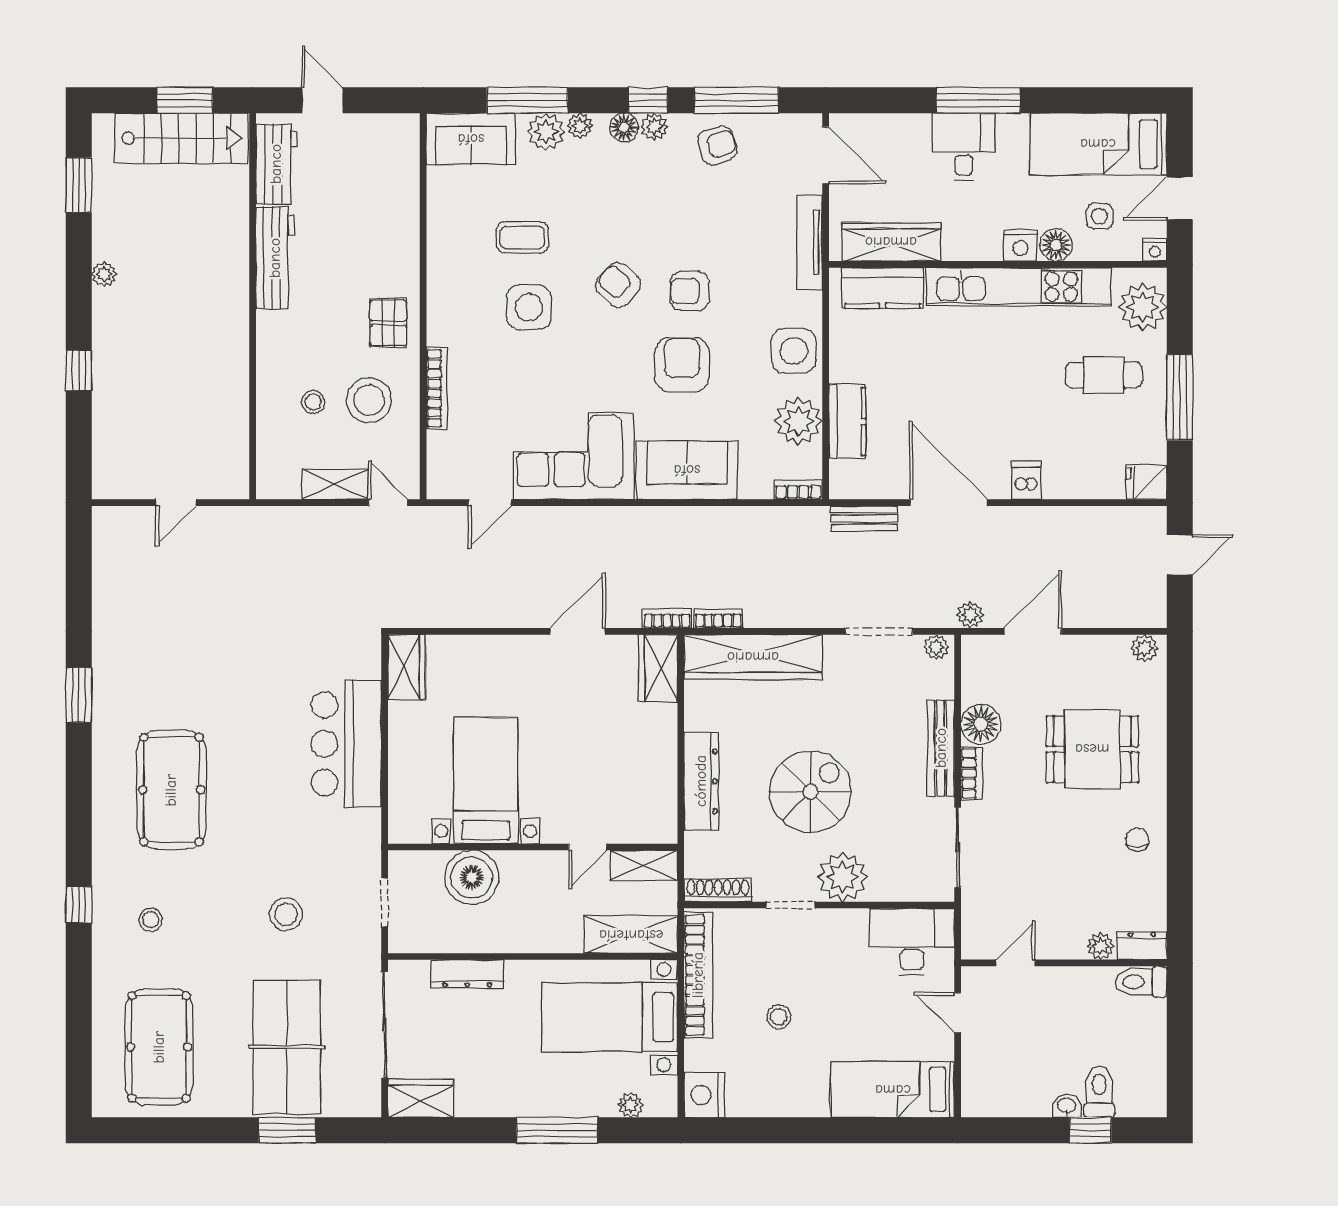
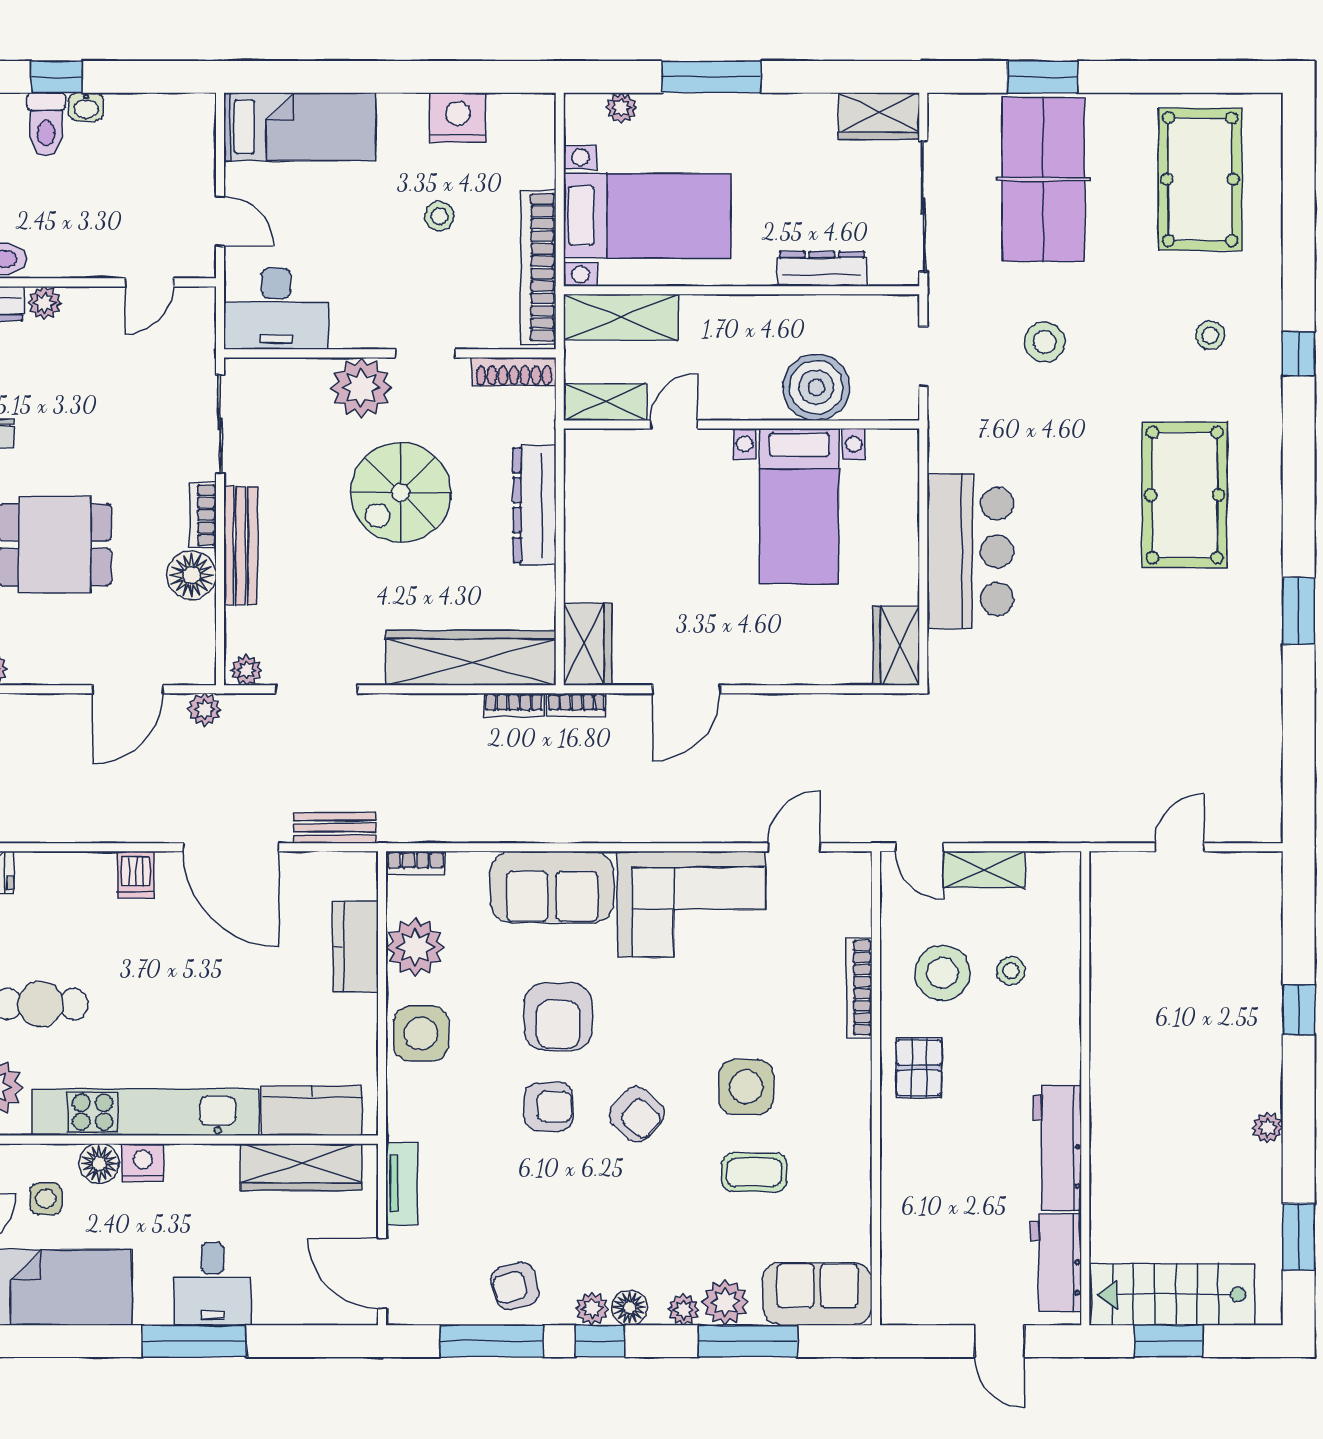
tv unit: (810, 242) -> (402, 1184), width x0.71
nightstand: (704, 1095) -> (458, 118), moved, turned -90

